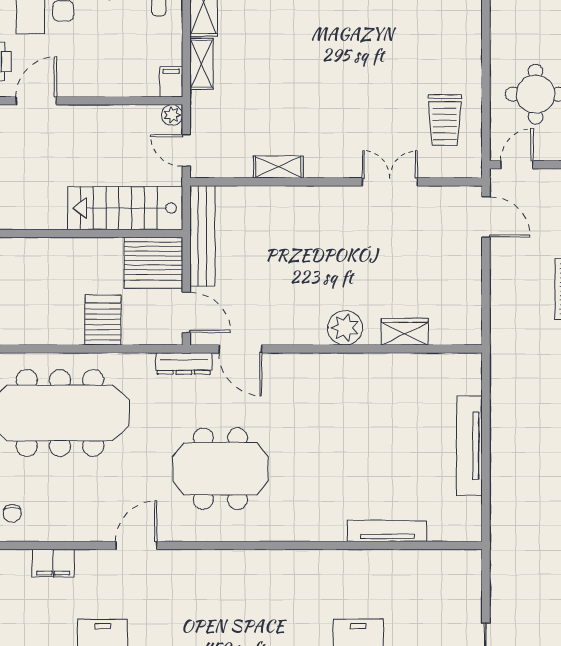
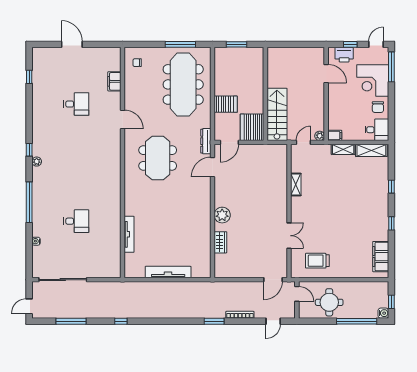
bench: (202, 236) -> (264, 150), removed

